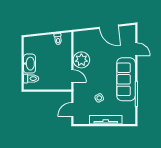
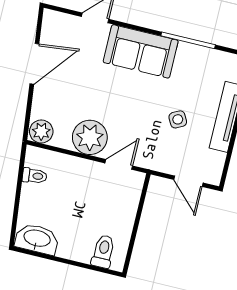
plant: (79, 37) -> (41, 131), added
washbasin: (30, 64) -> (37, 239), moved
sofa: (126, 79) -> (141, 51), width x0.73

